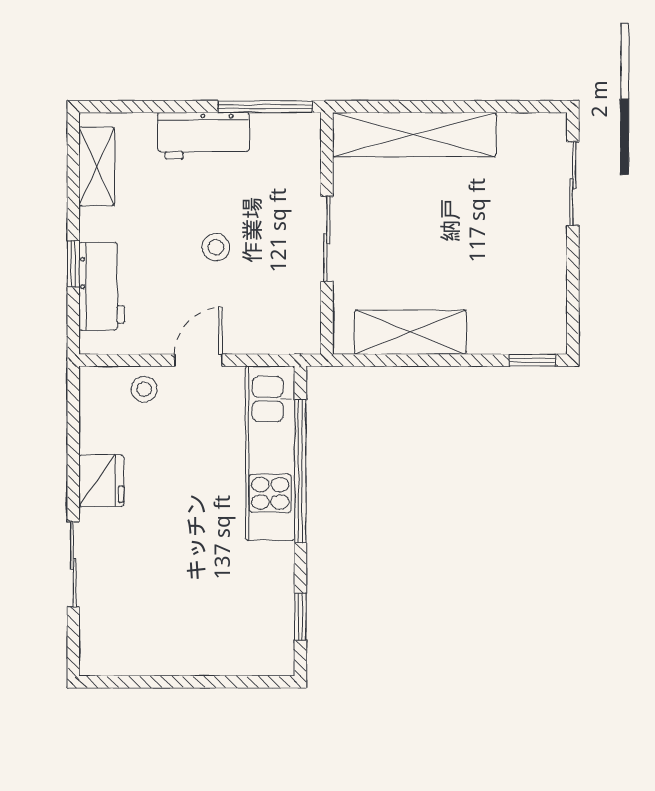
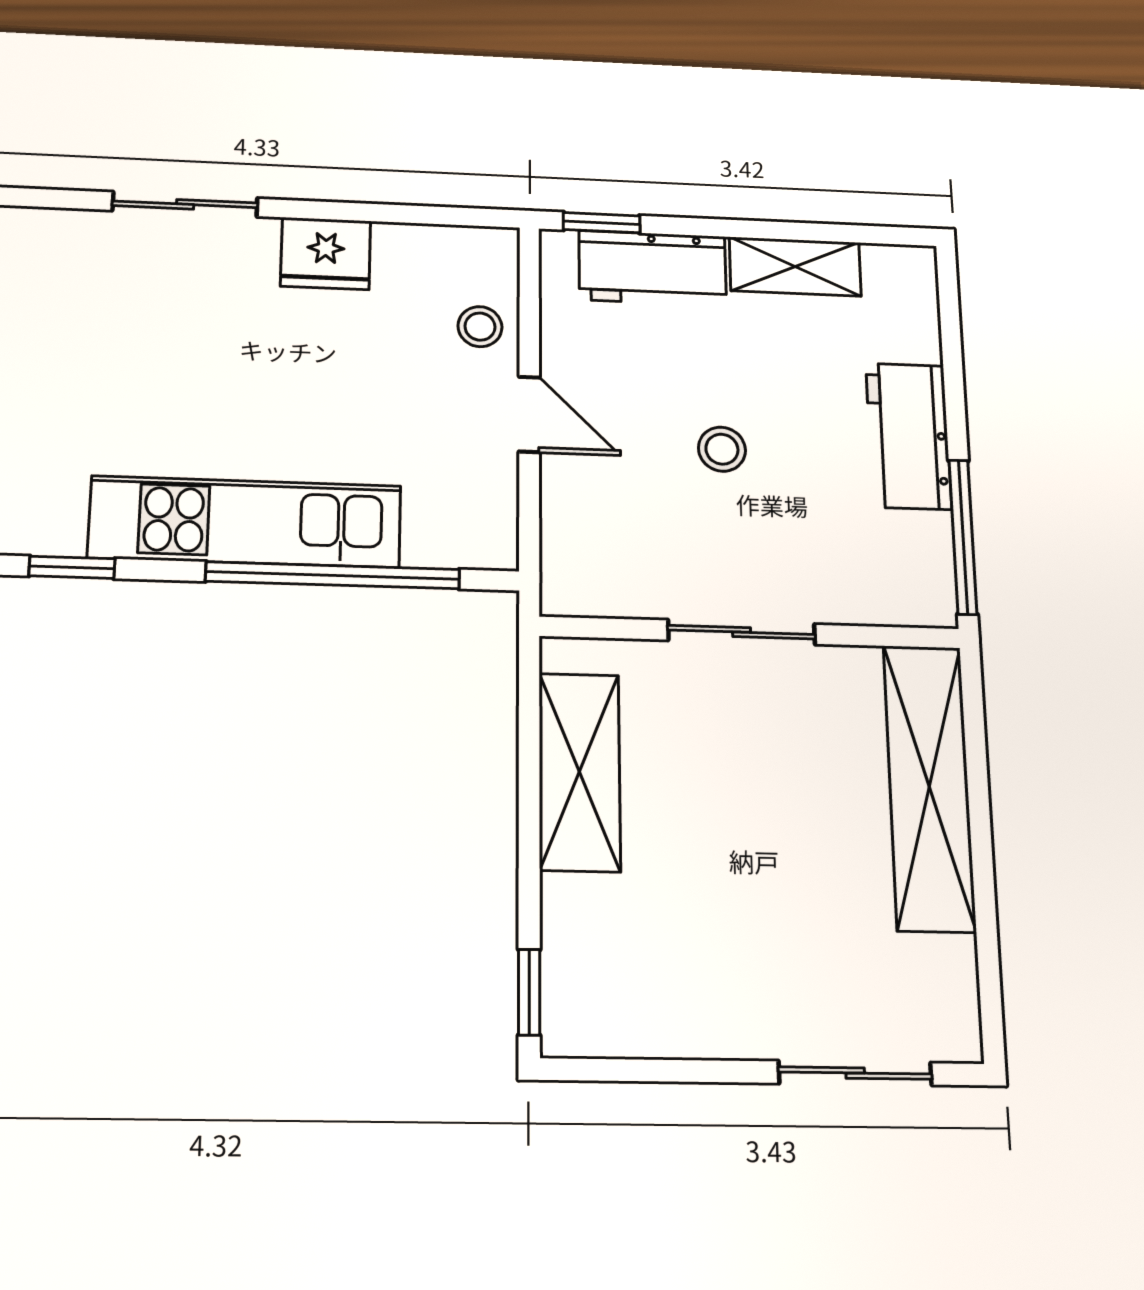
shelving: (97, 166) -> (795, 267), moved
window: (73, 264) -> (602, 223), moved
kitchen unit: (270, 453) -> (245, 522), moved

